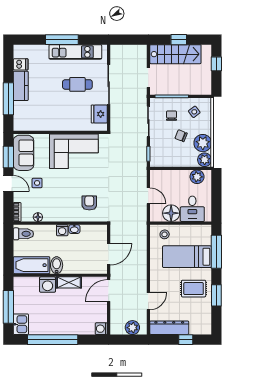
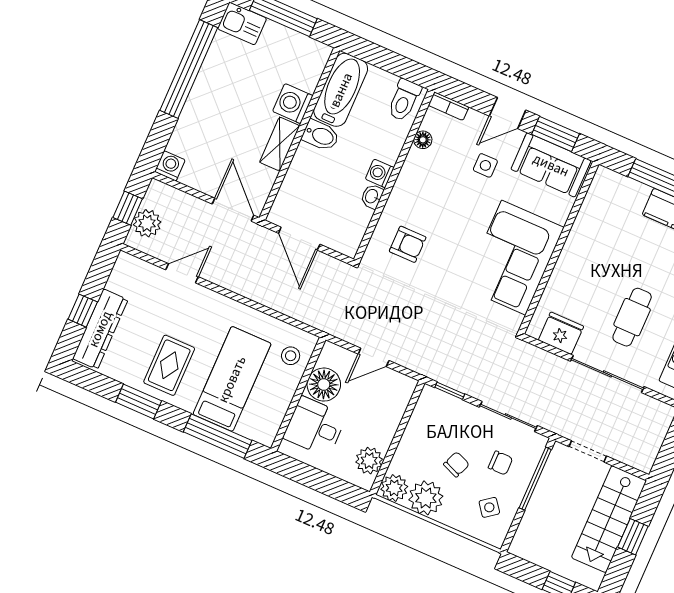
door: (148, 301) -> (182, 273), swing flipped
dresser: (169, 328) -> (100, 329), moved
window: (129, 340) -> (128, 208), added

